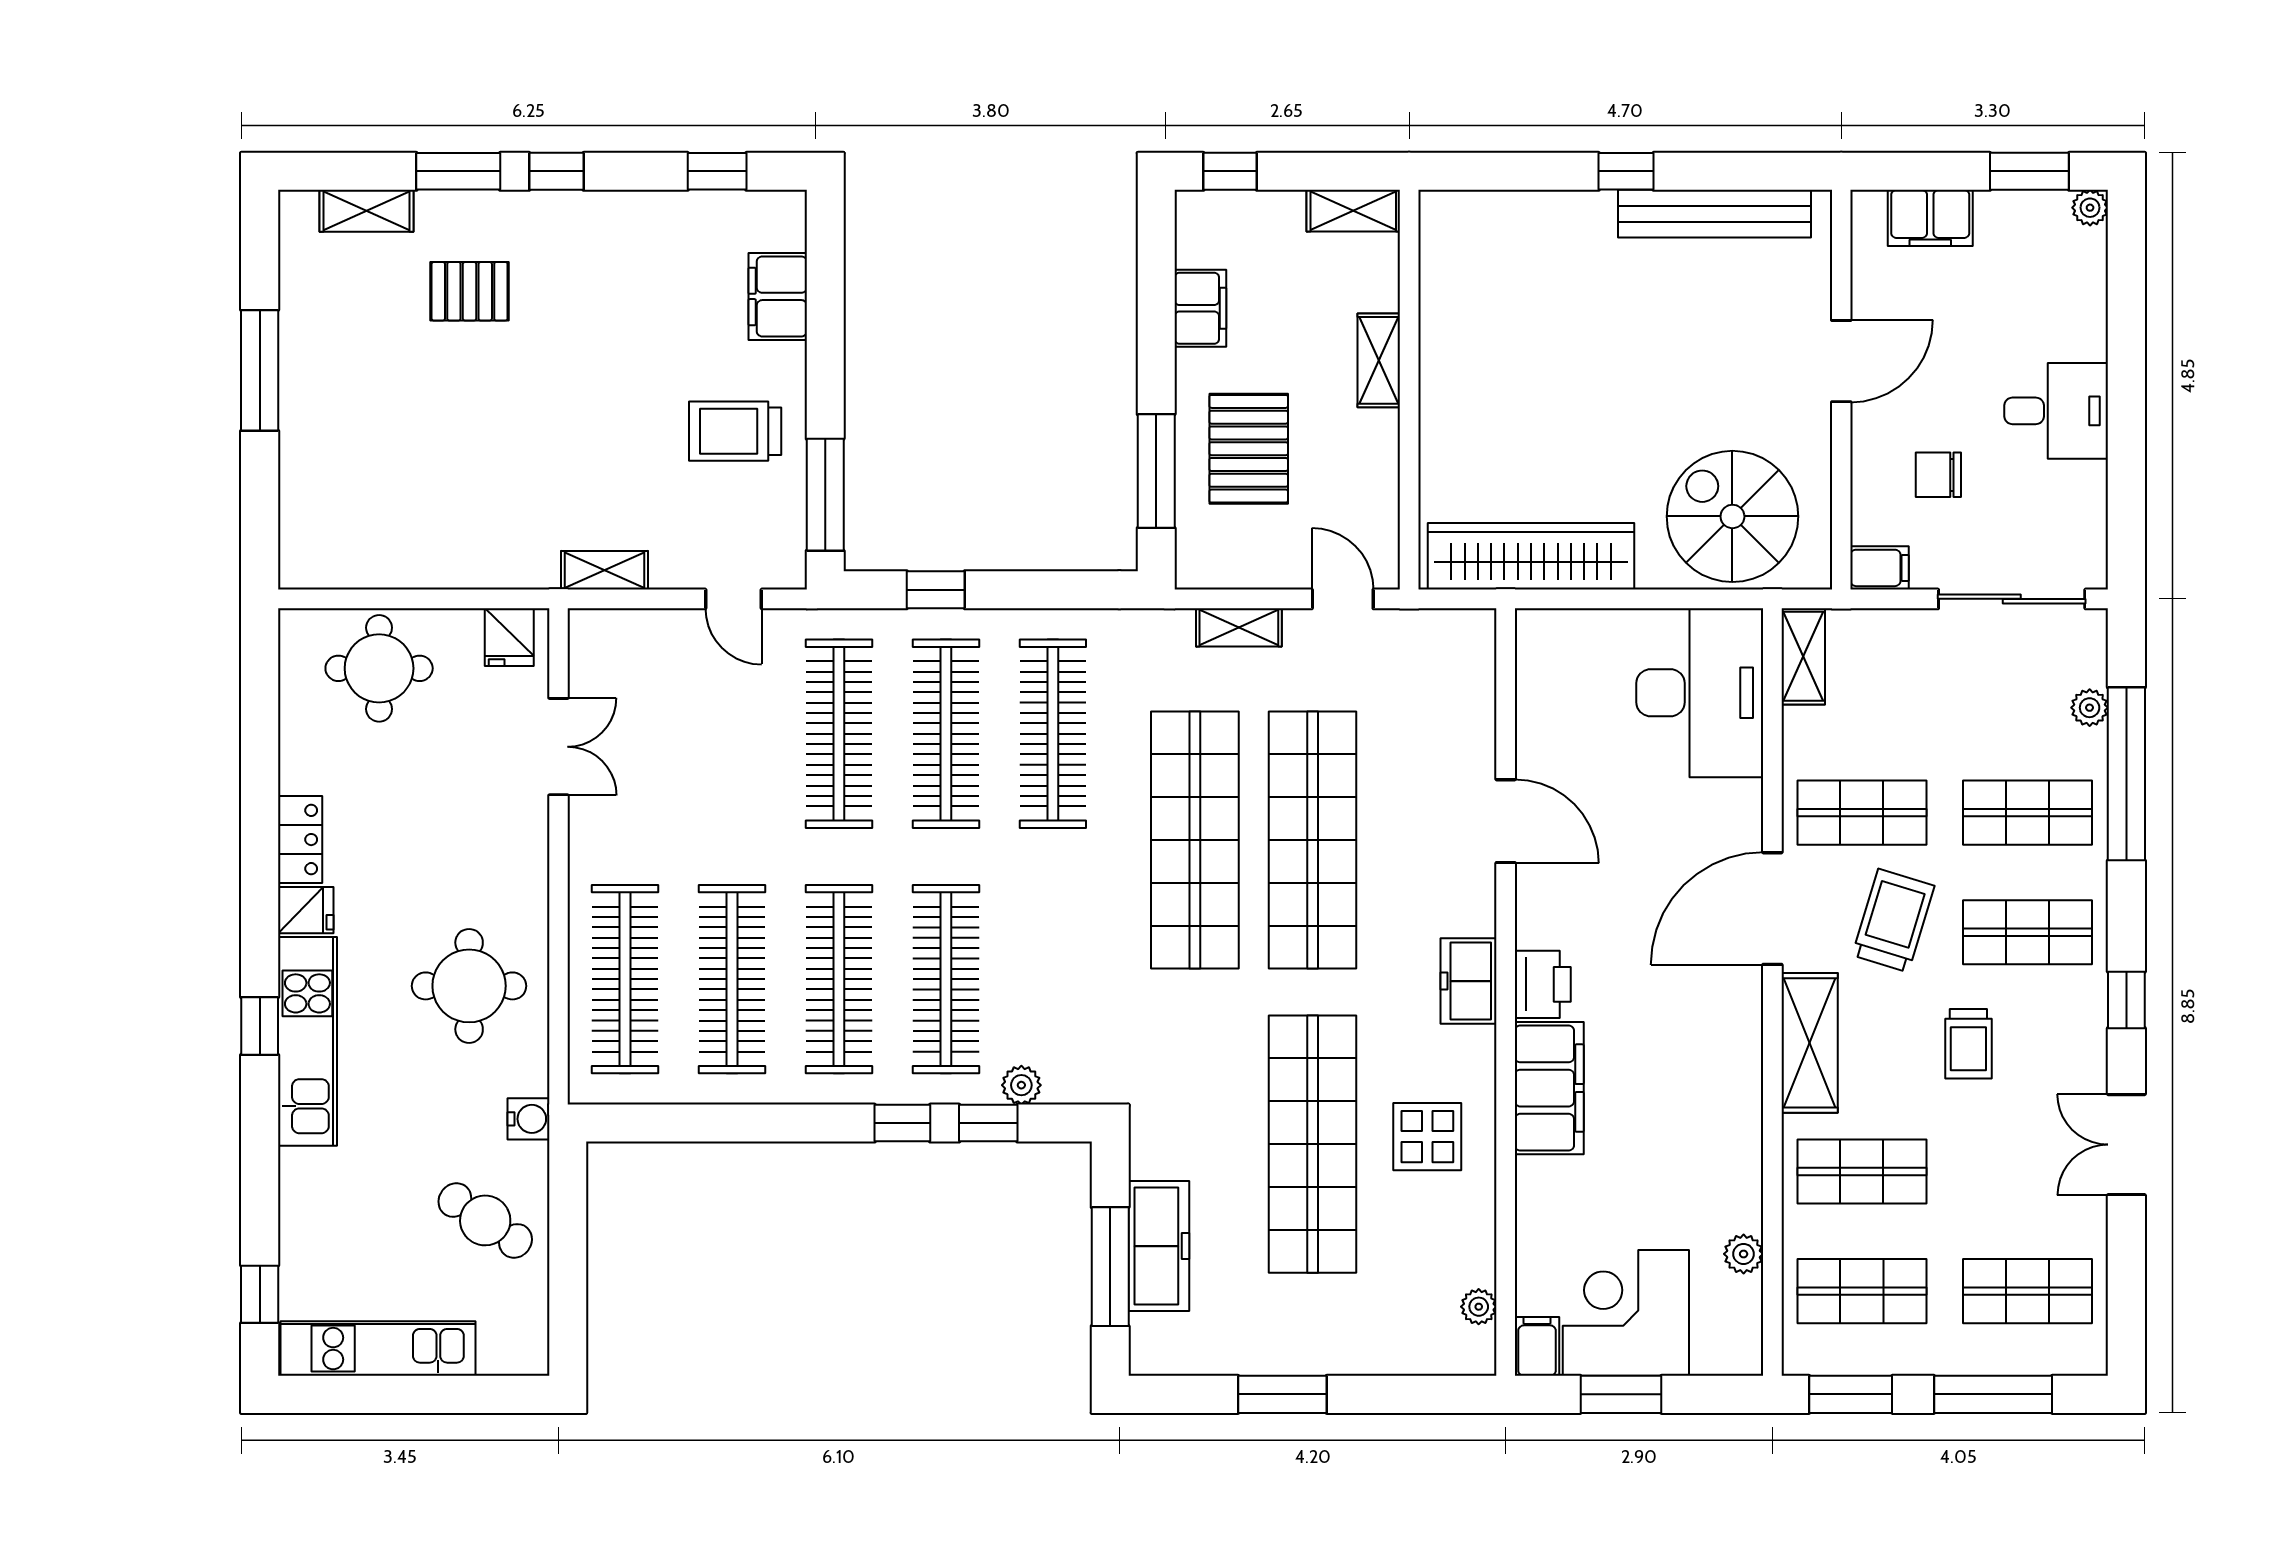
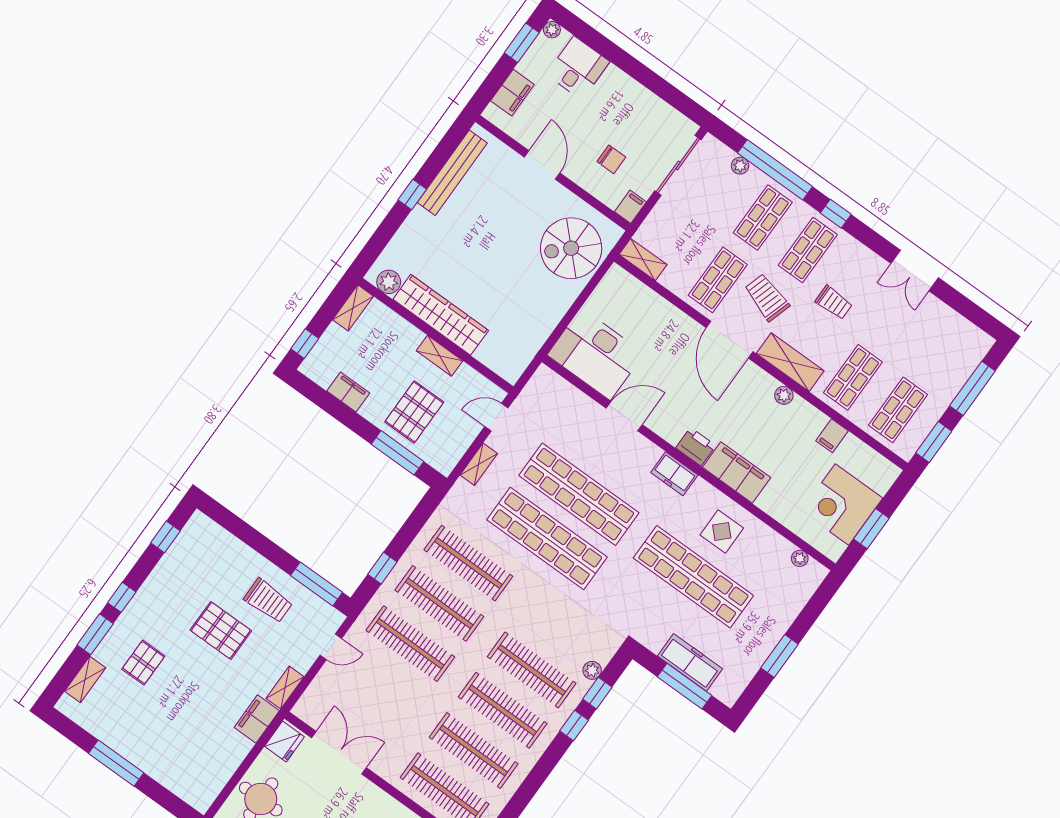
plant: (1444, 240) -> (389, 282), added
filing cabinet: (778, 296) -> (257, 719), moved, turned 90
shelving: (1379, 360) -> (440, 356), moved
pallet: (623, 386) -> (221, 630), added
desk: (2056, 411) -> (578, 68), moved
trolley: (735, 431) -> (268, 601), turned -90
pallet: (1249, 449) -> (414, 412), turned 90
chair: (1938, 475) -> (611, 159), turned -90
wardrobe: (1531, 556) -> (441, 315), moved, turned 90
fridge: (509, 637) -> (284, 742), width x1.38
desk: (1700, 693) -> (596, 354), moved, turned 180
double door: (558, 747) -> (339, 753), width x1.37
window: (2126, 1000) -> (836, 214), moved
plant: (1744, 1254) -> (784, 395), moved
shop shelf: (2028, 1291) -> (943, 347), removed
filing cabinet: (1537, 1346) -> (832, 436), moved, turned -90

